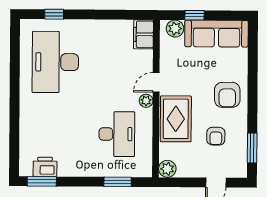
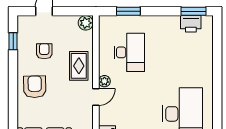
rug: (176, 119) -> (79, 66), width x0.73, depth x0.70
desk: (117, 134) -> (129, 52), turned 180
window: (252, 148) -> (13, 41), width x0.67

